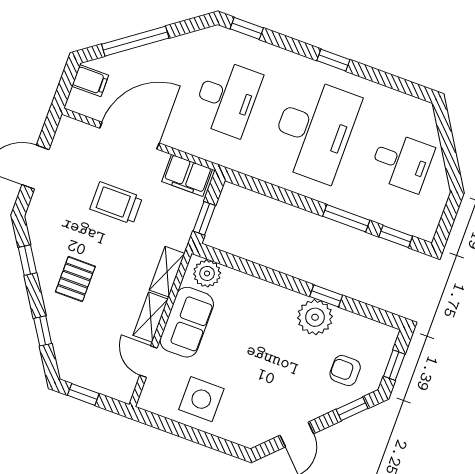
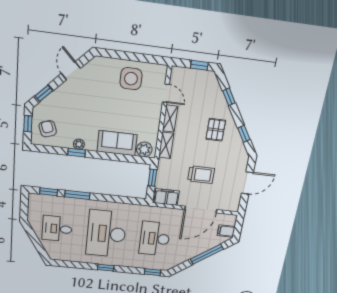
plant: (315, 317) -> (79, 144), width x0.53, depth x0.53
sofa: (187, 322) -> (117, 143), moved, turned 90
armchair: (345, 371) -> (48, 129), moved, turned -109

